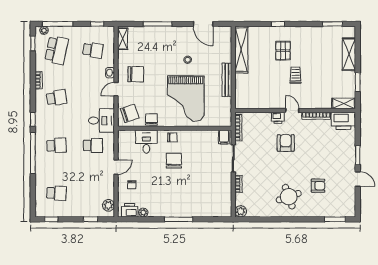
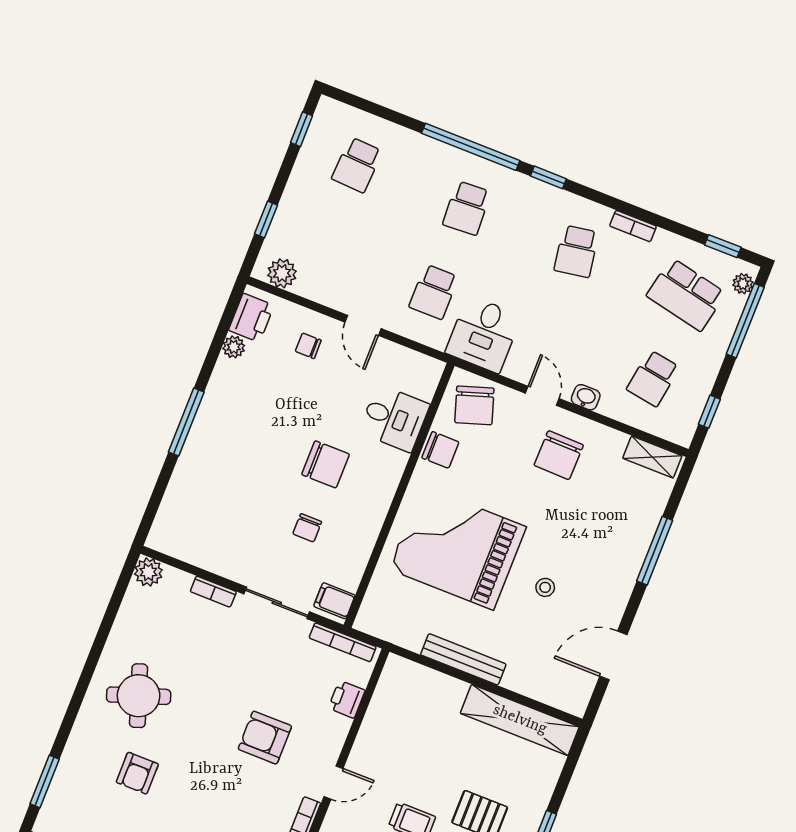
printer: (278, 118) -> (347, 699), moved
chair: (172, 137) -> (307, 528), moved
armchair: (286, 143) -> (265, 738), turned 180

